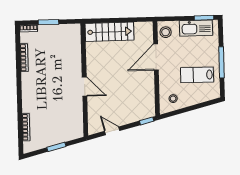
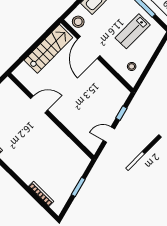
stairs: (109, 32) -> (48, 49), moved
door: (85, 87) -> (39, 104), moved
window: (147, 121) -> (121, 113), moved

